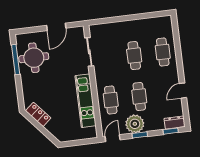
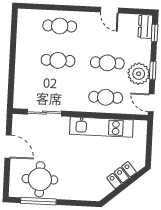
locker: (38, 114) -> (122, 175), moved

